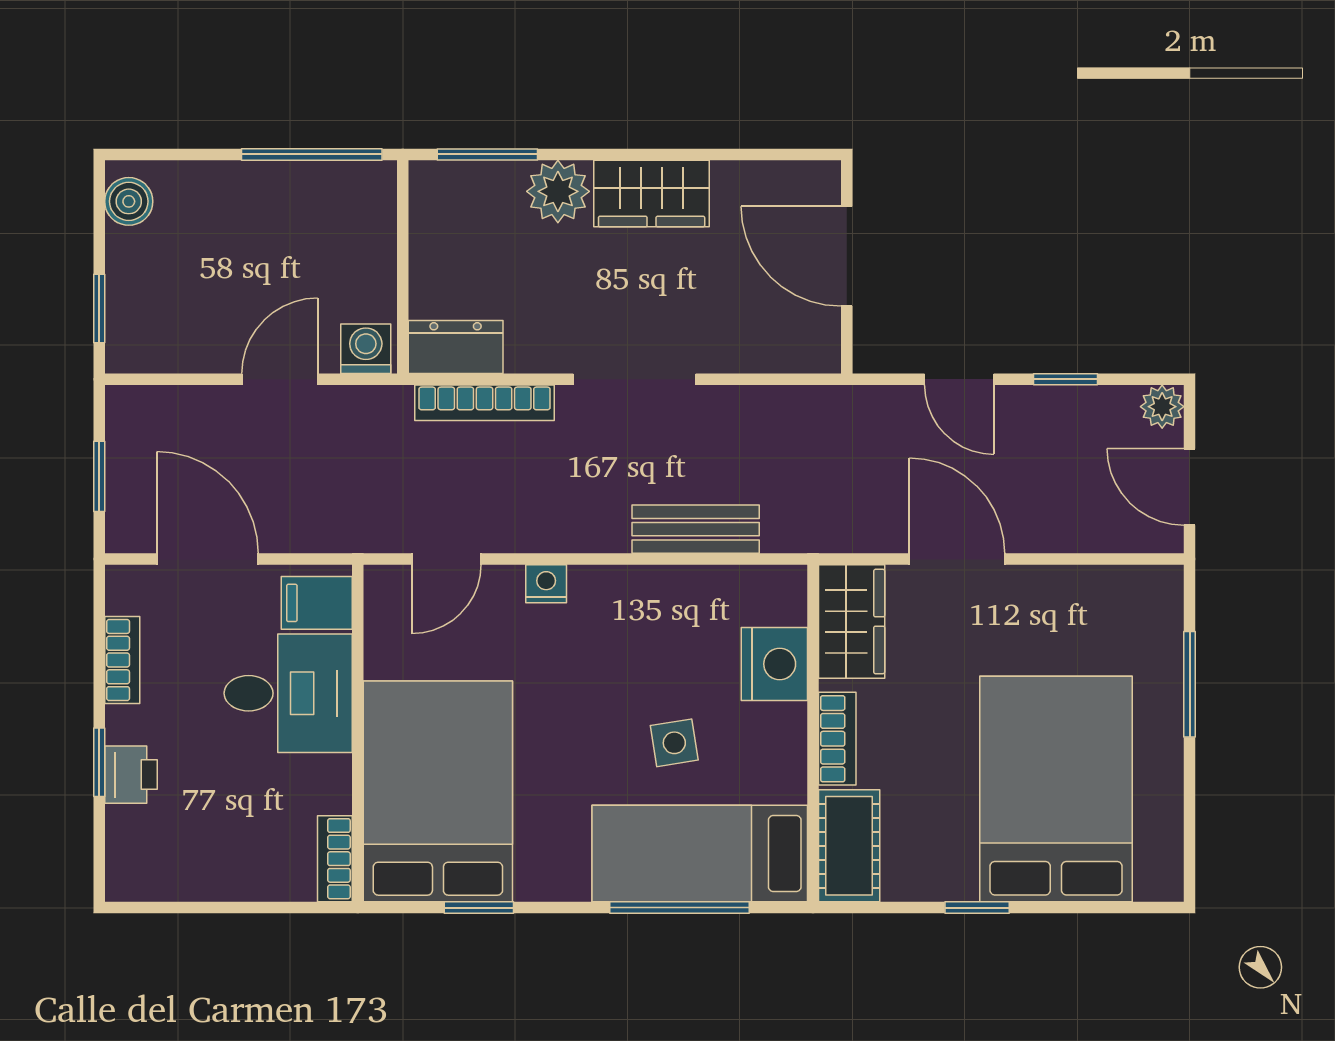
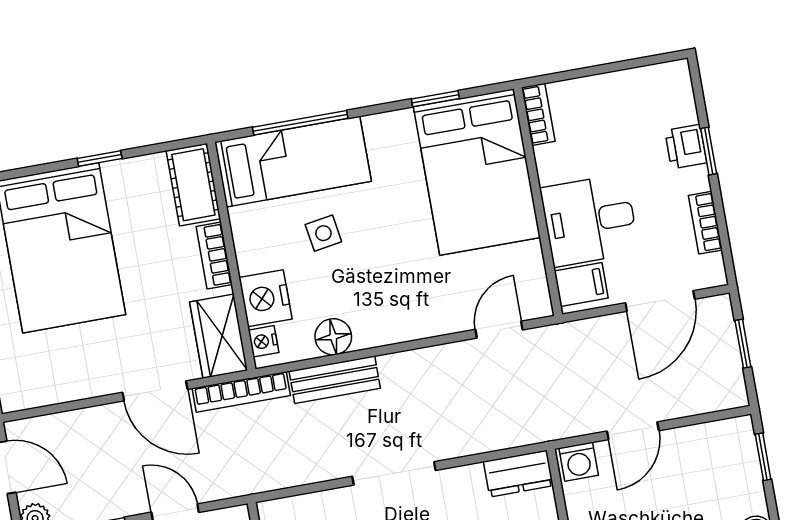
bookcase: (485, 403) -> (241, 392), moved, turned 180
door: (207, 559) -> (660, 301), hinge flipped
nightstand: (546, 584) -> (263, 341), moved, turned 90
floor lamp: (687, 591) -> (333, 337), added

